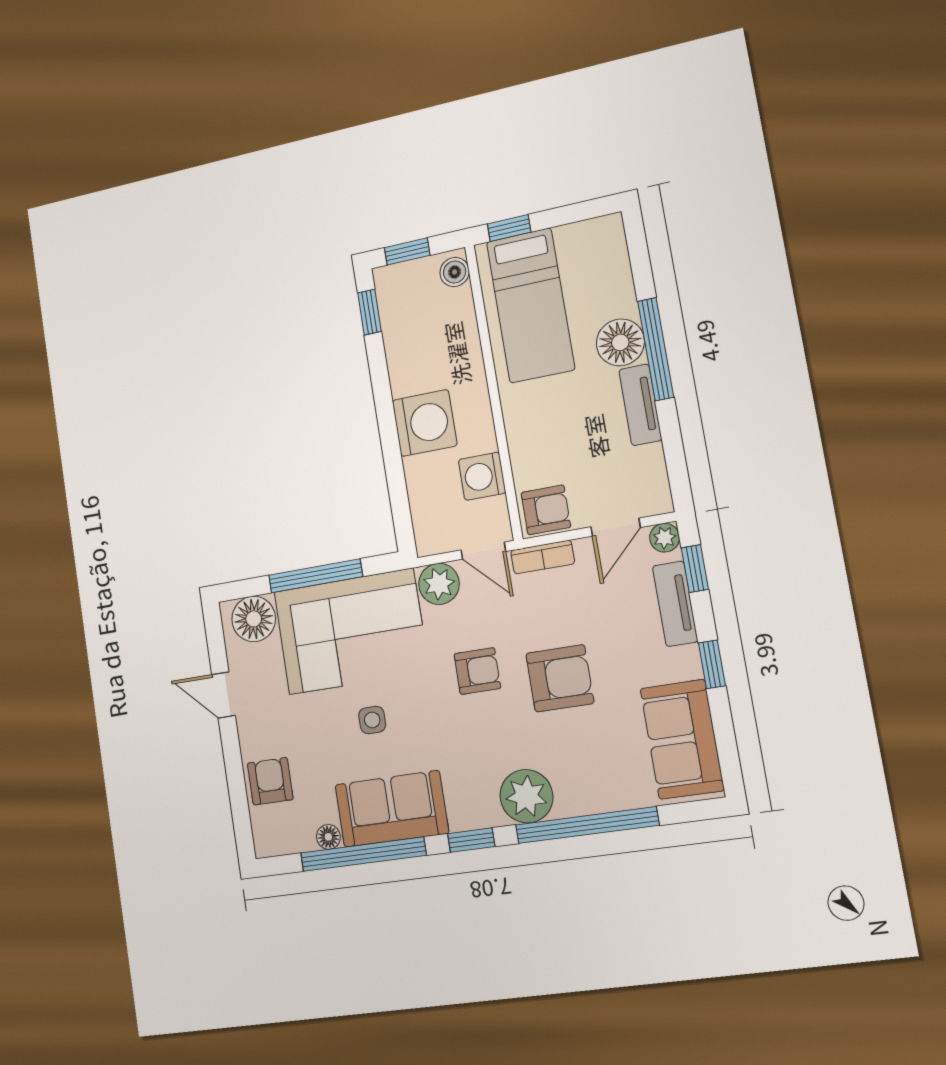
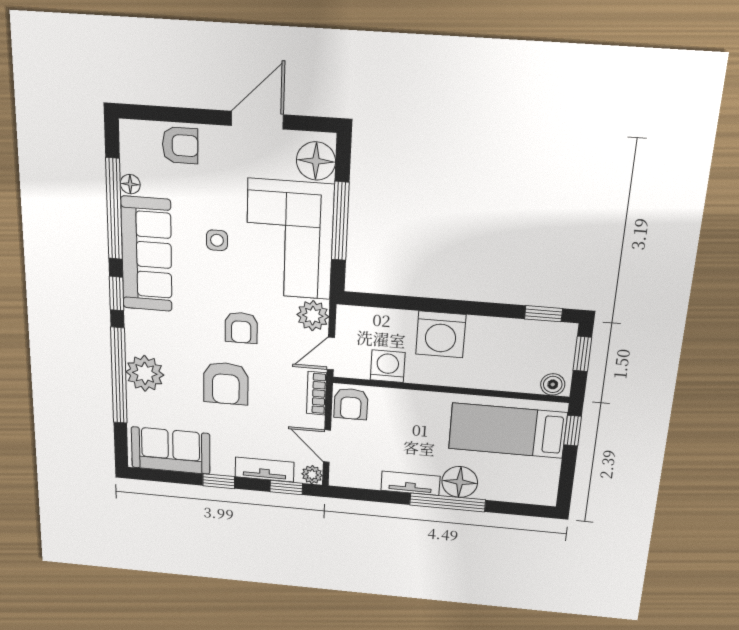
door: (223, 695) -> (257, 120), width x1.37
plant: (526, 796) -> (145, 373), moved
sofa: (392, 809) -> (147, 254), width x1.36

